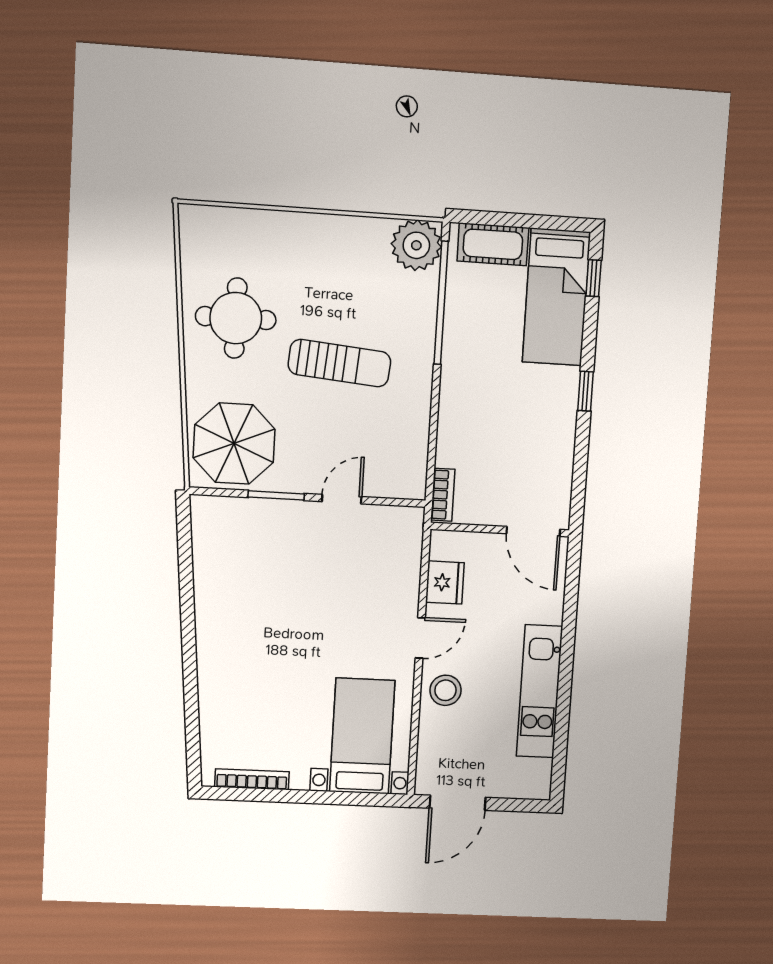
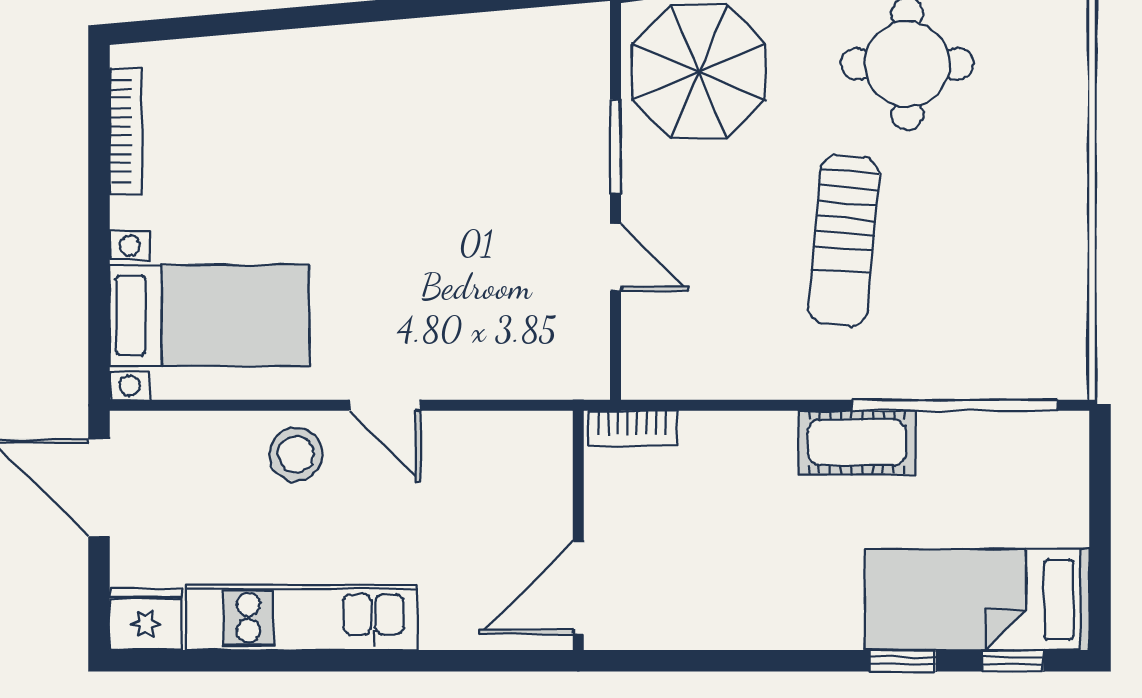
cot: (493, 244) -> (857, 442), moved, turned 90
plant: (416, 245) -> (1047, 358), removed
window: (586, 391) -> (902, 661), moved
fridge: (445, 582) -> (146, 619), moved, turned 180

